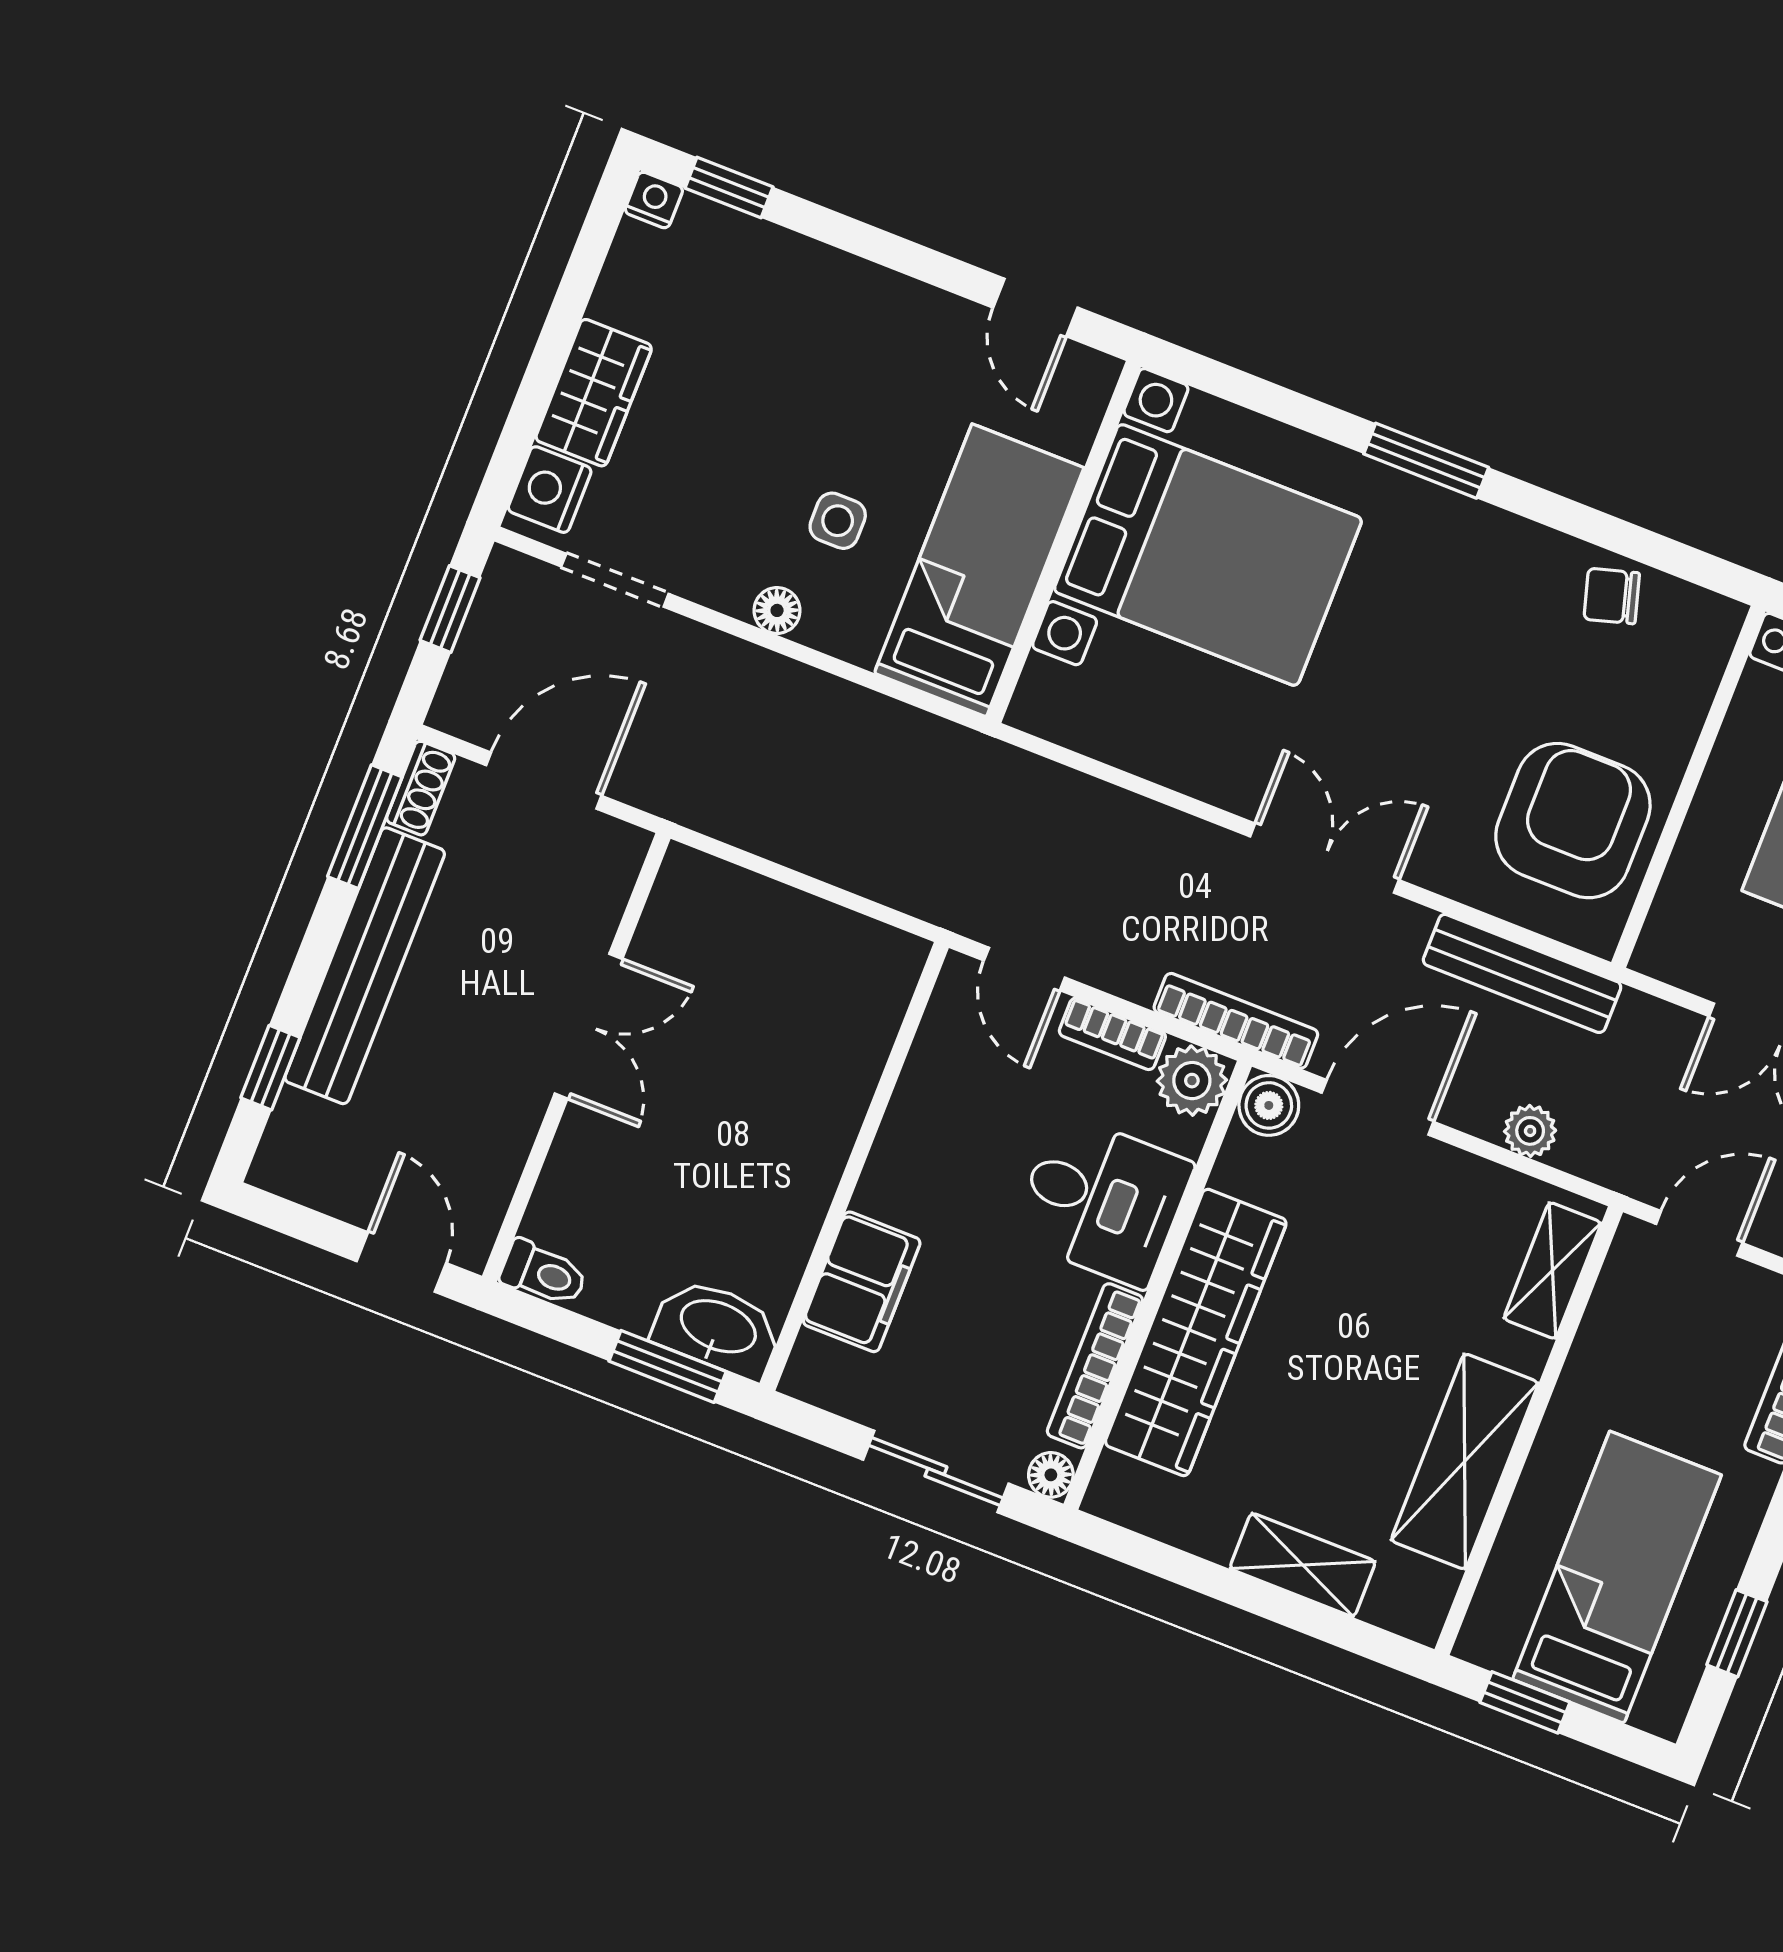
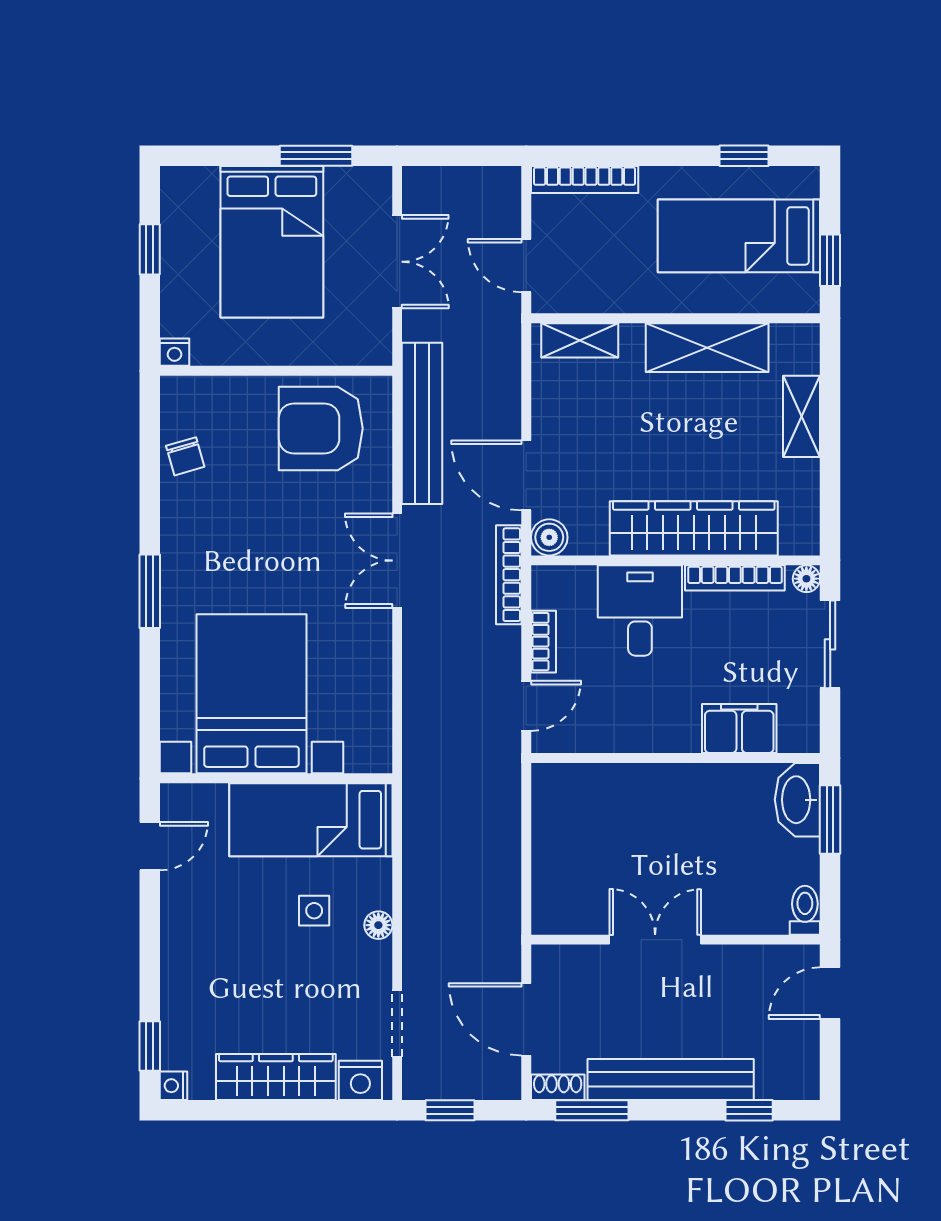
wardrobe: (594, 393) -> (276, 1077), width x1.50
bench: (1522, 973) -> (422, 423), width x1.37, depth x1.21
plant: (1192, 1081) -> (552, 586), removed
plant: (1530, 1131) -> (506, 384), removed

